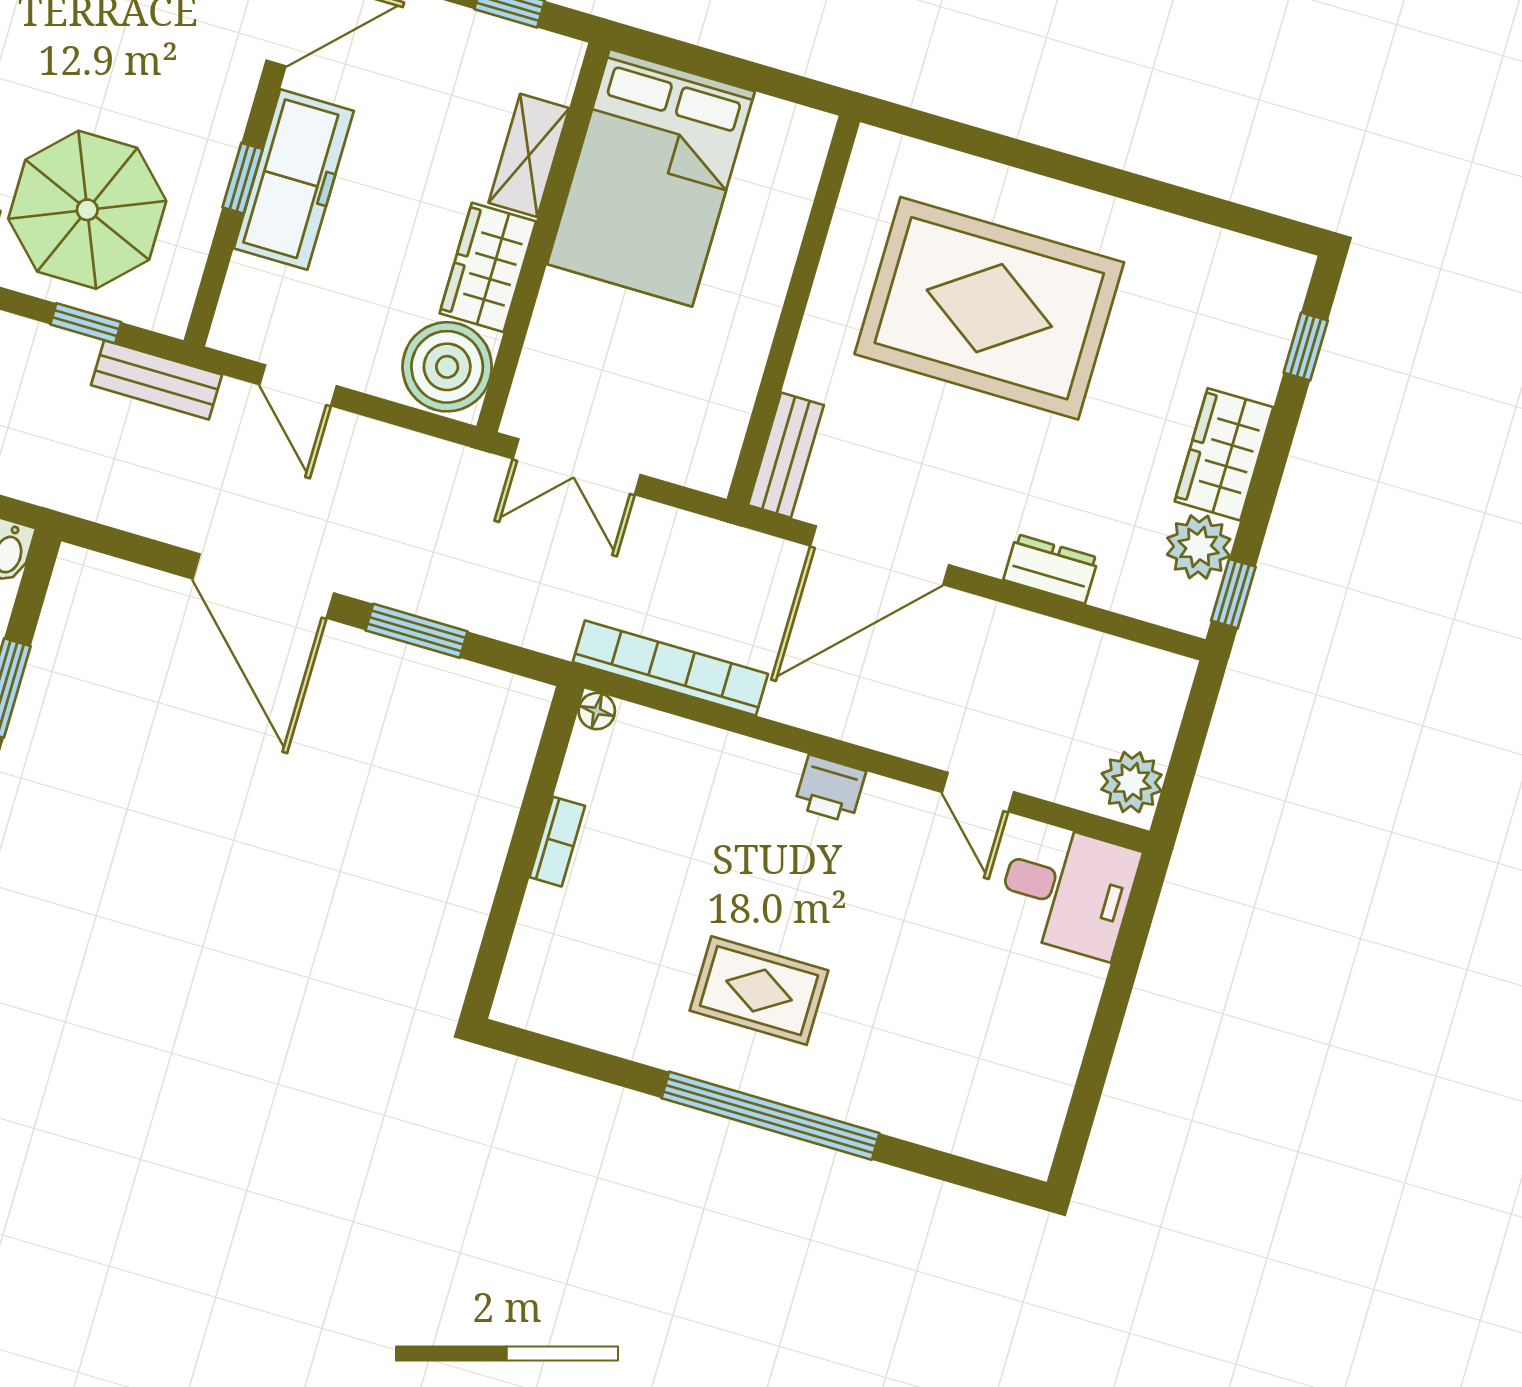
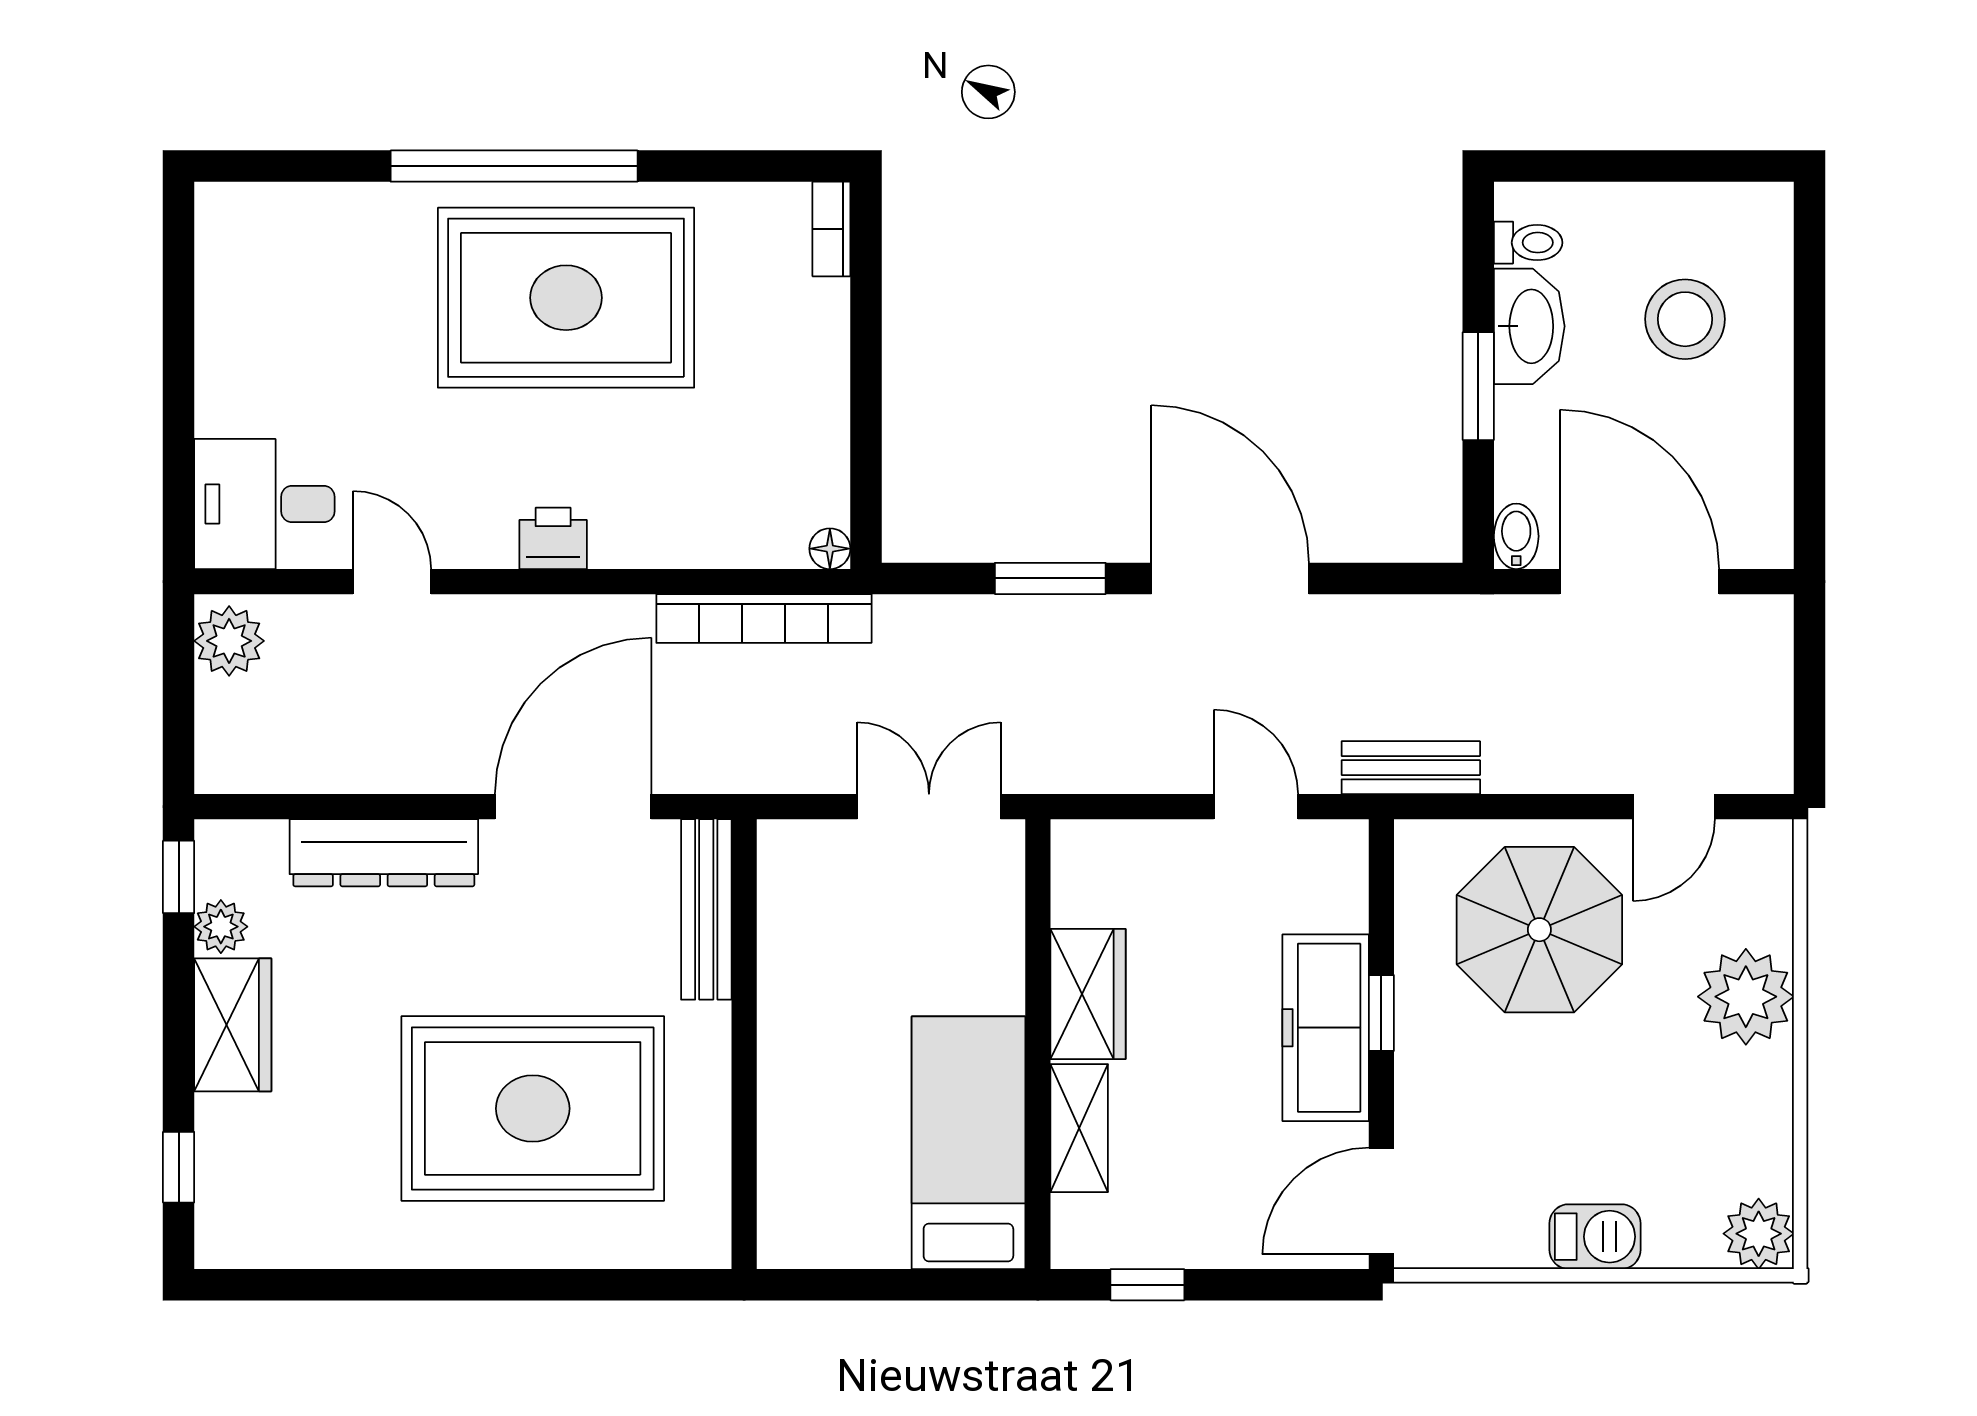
bed: (651, 178) -> (968, 1143), width x0.67
window: (86, 323) -> (1505, 807), removed
boiler: (447, 367) -> (1101, 874), removed
bench: (786, 455) -> (706, 909), width x1.36
plant: (1199, 547) -> (221, 927), width x0.73, depth x0.73
dresser: (1051, 569) -> (384, 853), width x1.96, depth x1.24
bookcase: (557, 842) -> (831, 229), moved
rug: (759, 991) -> (566, 298), width x1.86, depth x2.06

